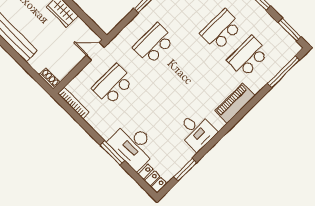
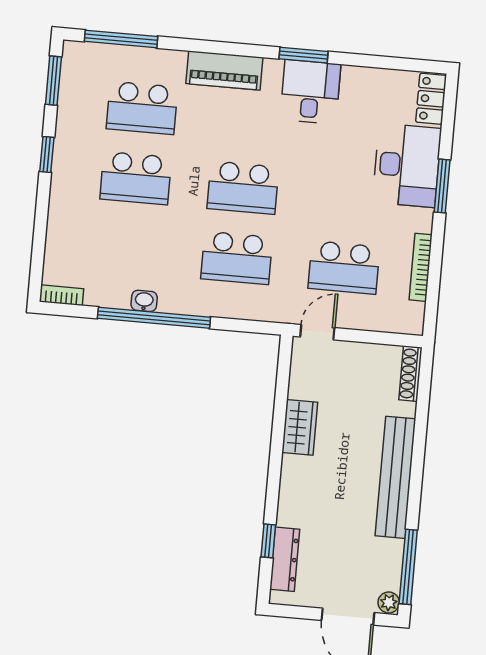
door: (95, 51) -> (317, 332), swing flipped
school desk: (180, 71) -> (243, 188), added
shoe rack: (49, 78) -> (410, 374), width x1.43
bookcase: (73, 103) -> (421, 267), moved
window: (185, 170) -> (303, 55), moved

